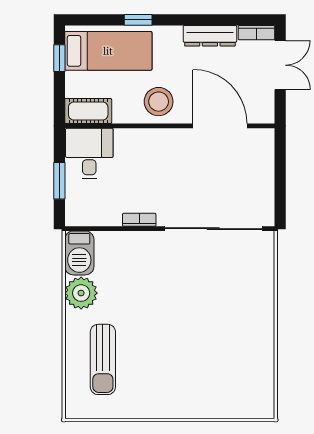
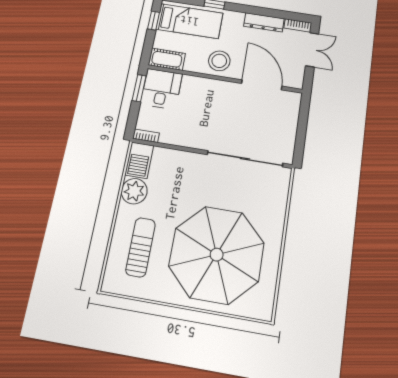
window: (59, 181) -> (139, 88), moved
bookcase: (139, 220) -> (146, 136), moved
parasol: (197, 353) -> (217, 255), added
sun lounger: (103, 359) -> (141, 247), turned 180

